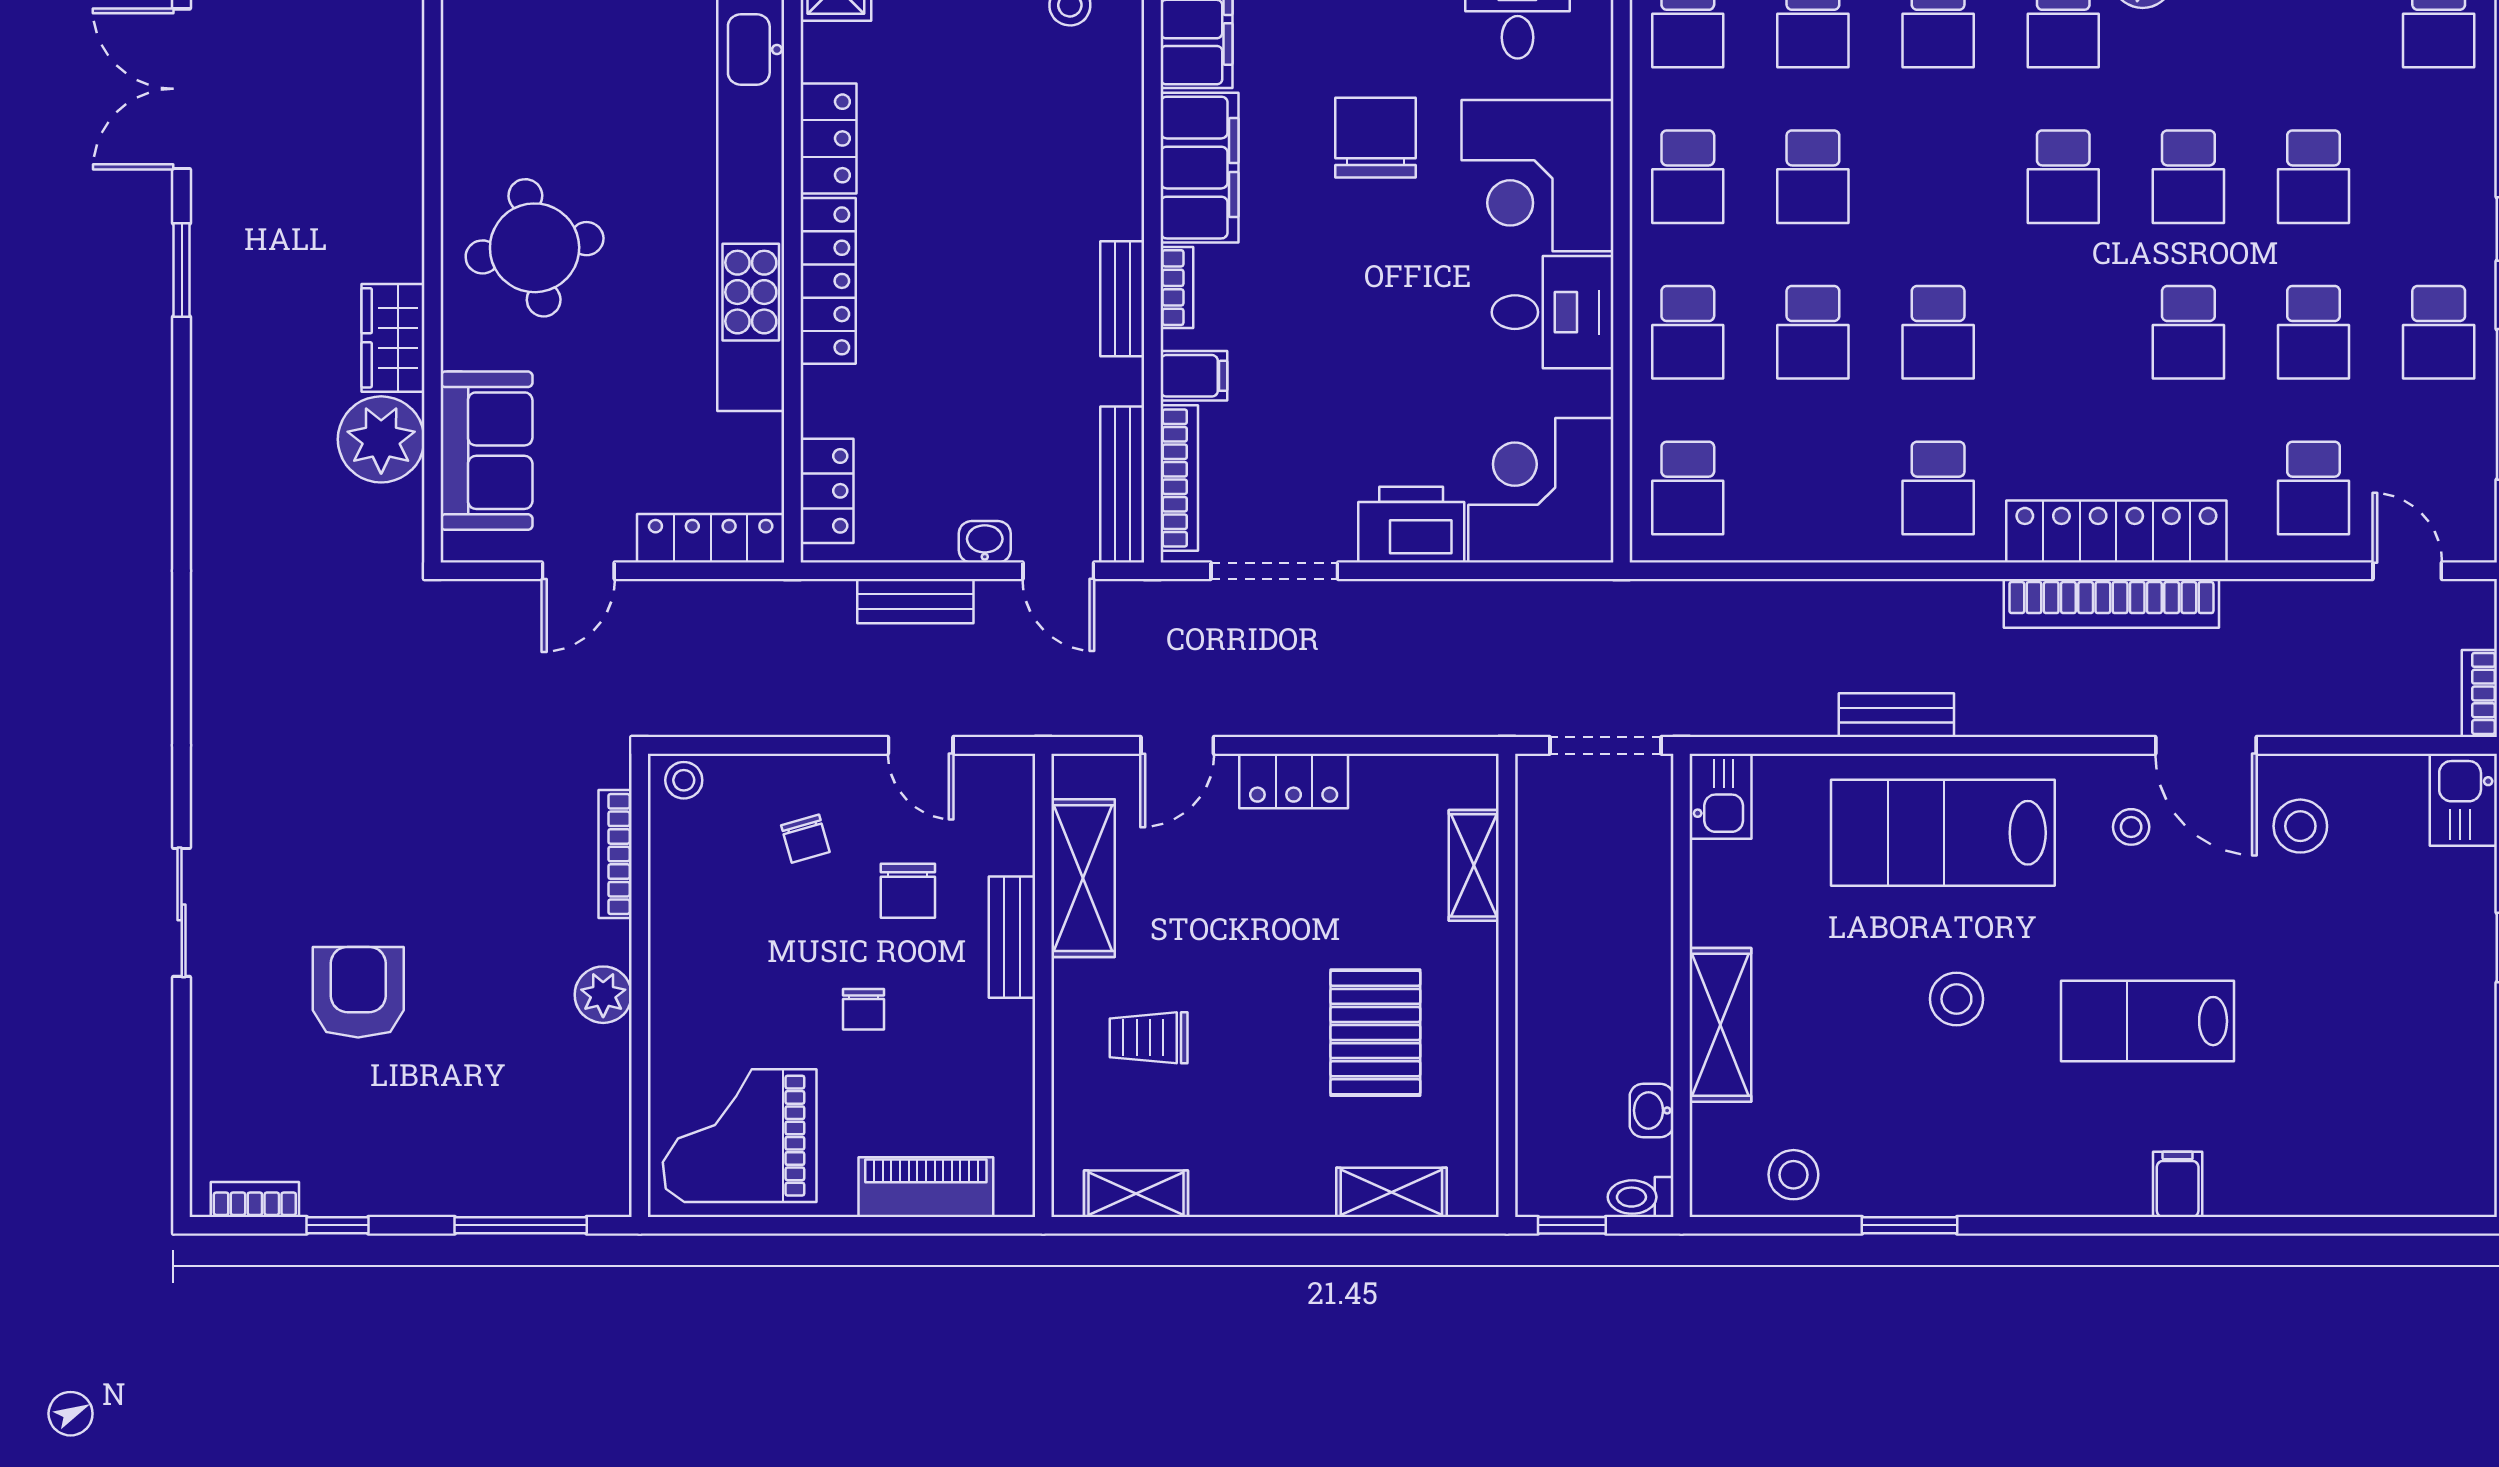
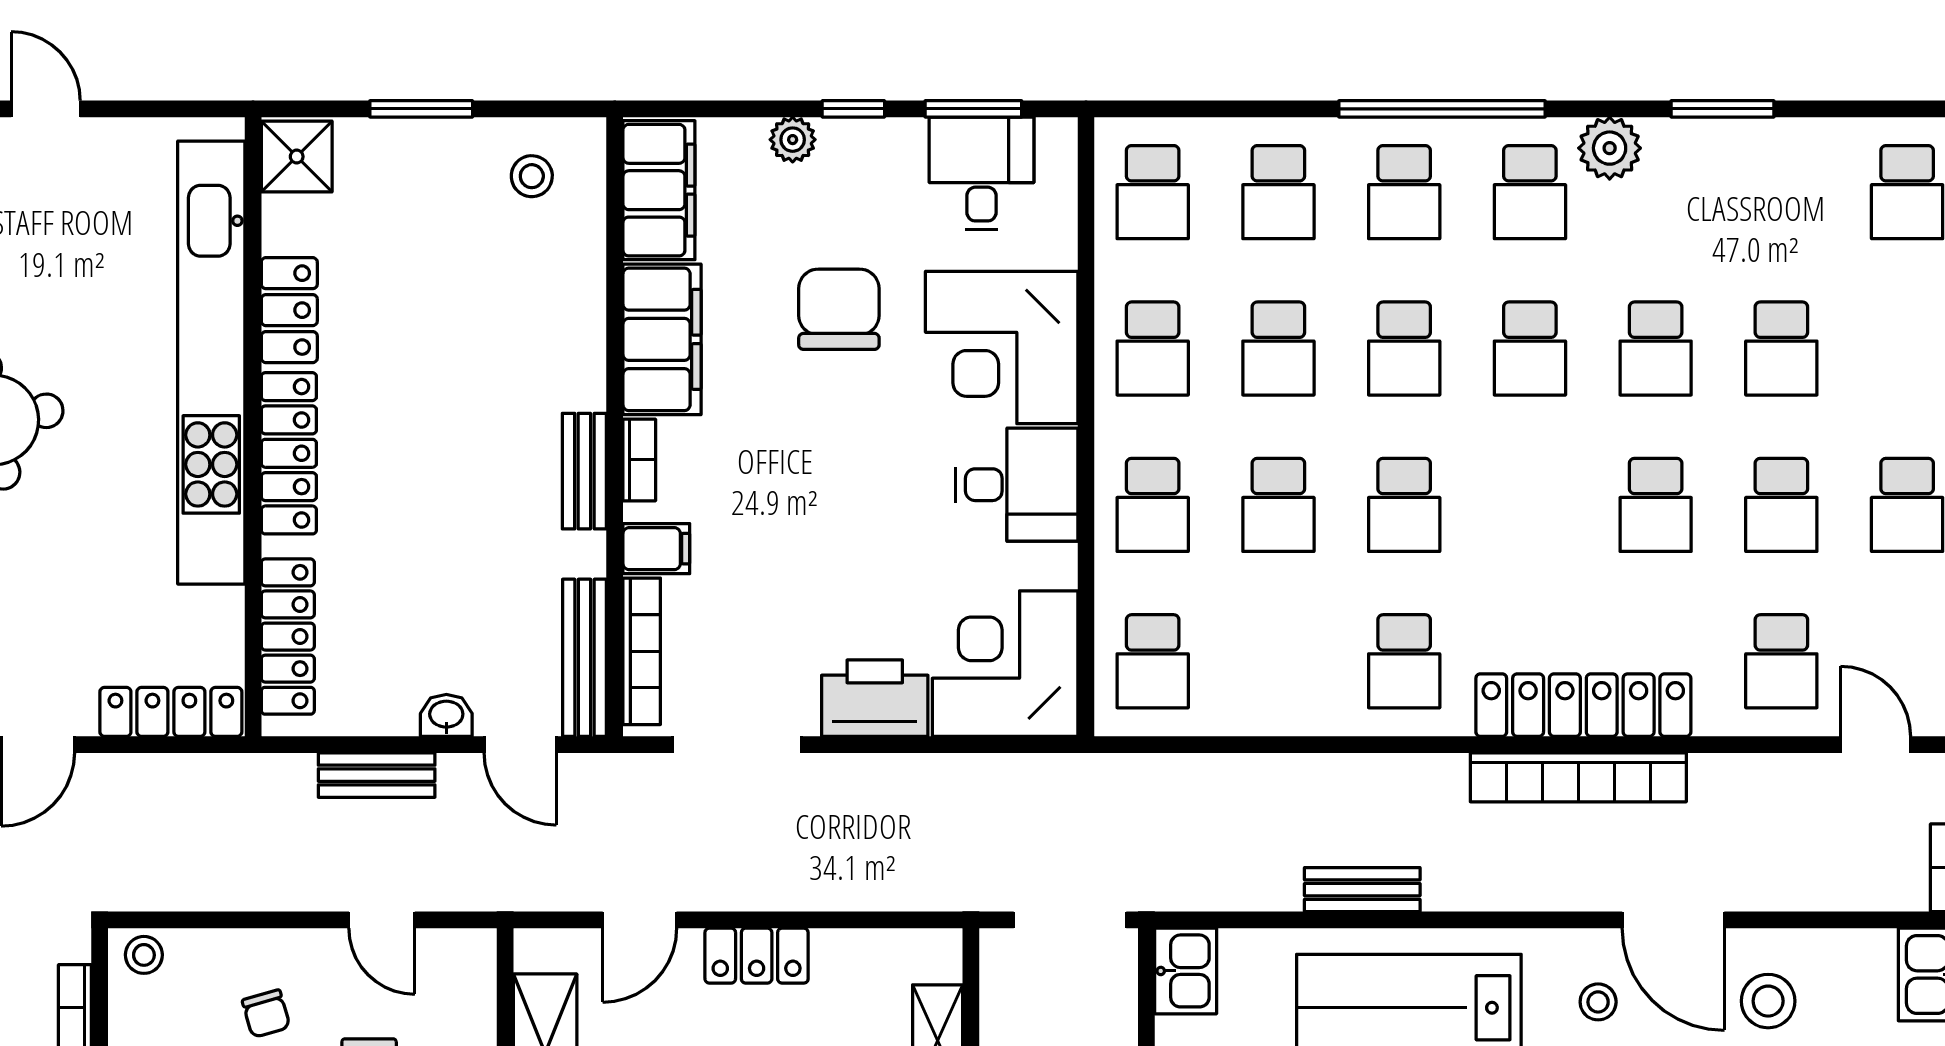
school desk: (1938, 177) -> (1404, 349), added
locker: (827, 491) -> (288, 637), width x1.53

